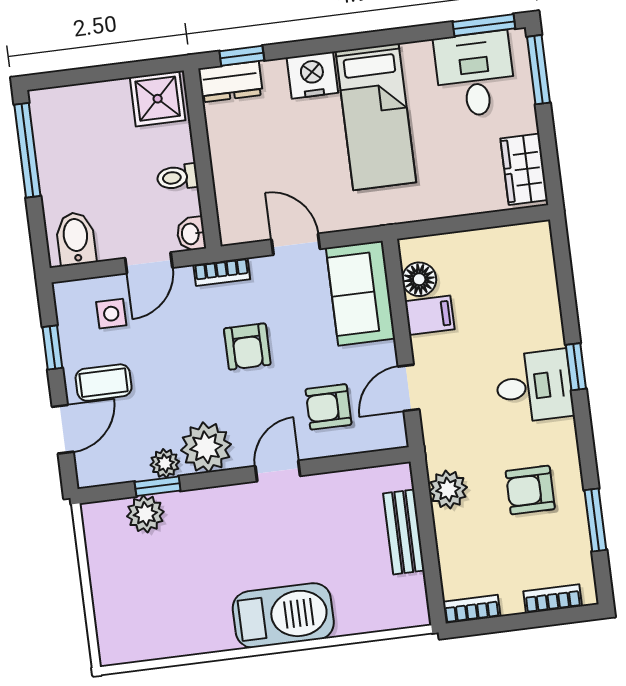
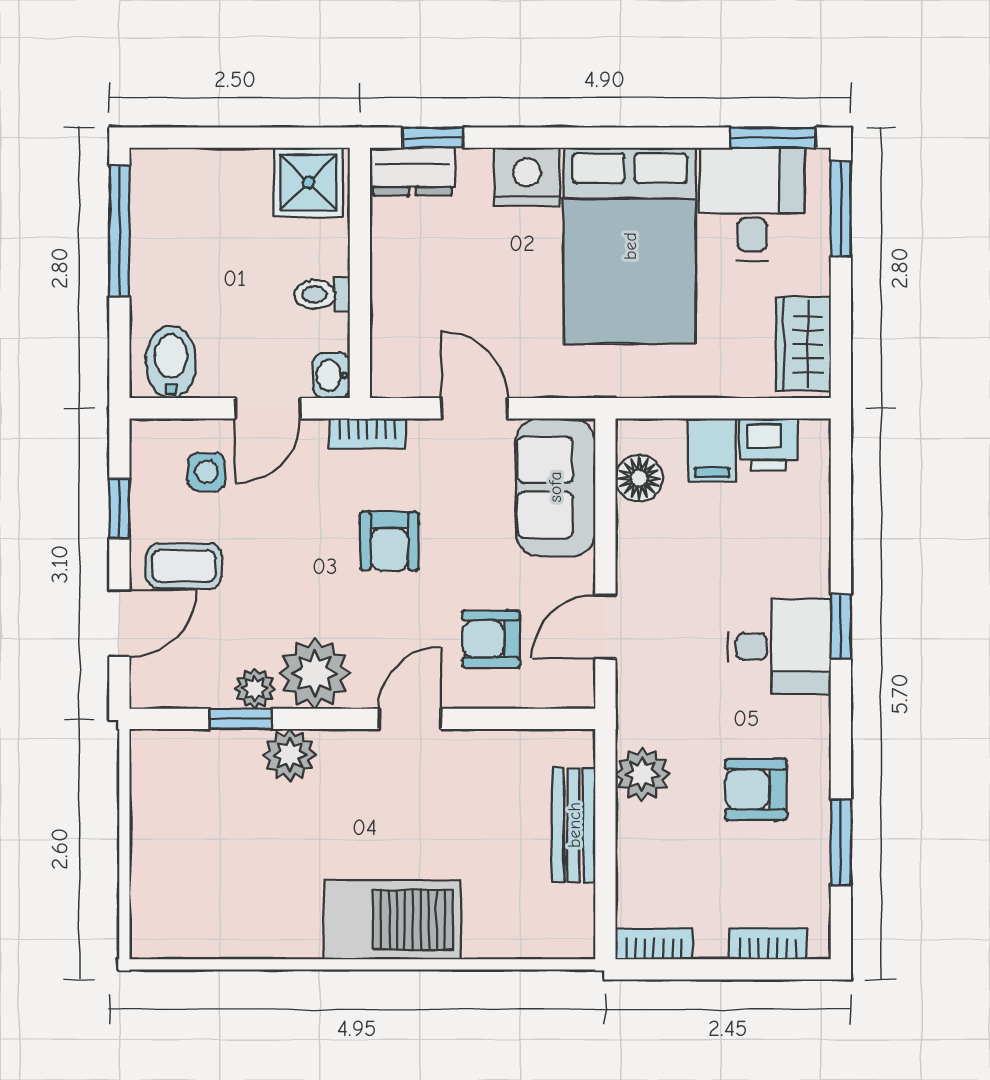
bed: (376, 117) -> (630, 246), width x1.50
printer: (508, 244) -> (769, 444), added
filing cabinet: (430, 315) -> (712, 450), moved, turned 90
plant: (145, 514) -> (290, 755), moved

